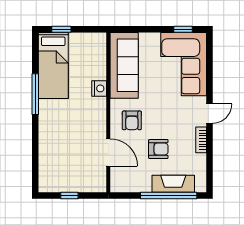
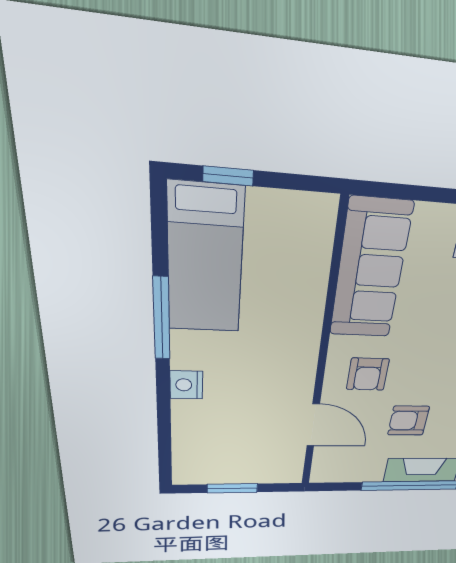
nightstand: (99, 88) -> (186, 385), moved, turned 180
armchair: (158, 149) -> (408, 421), turned 180
window: (69, 196) -> (232, 488), width x1.50

